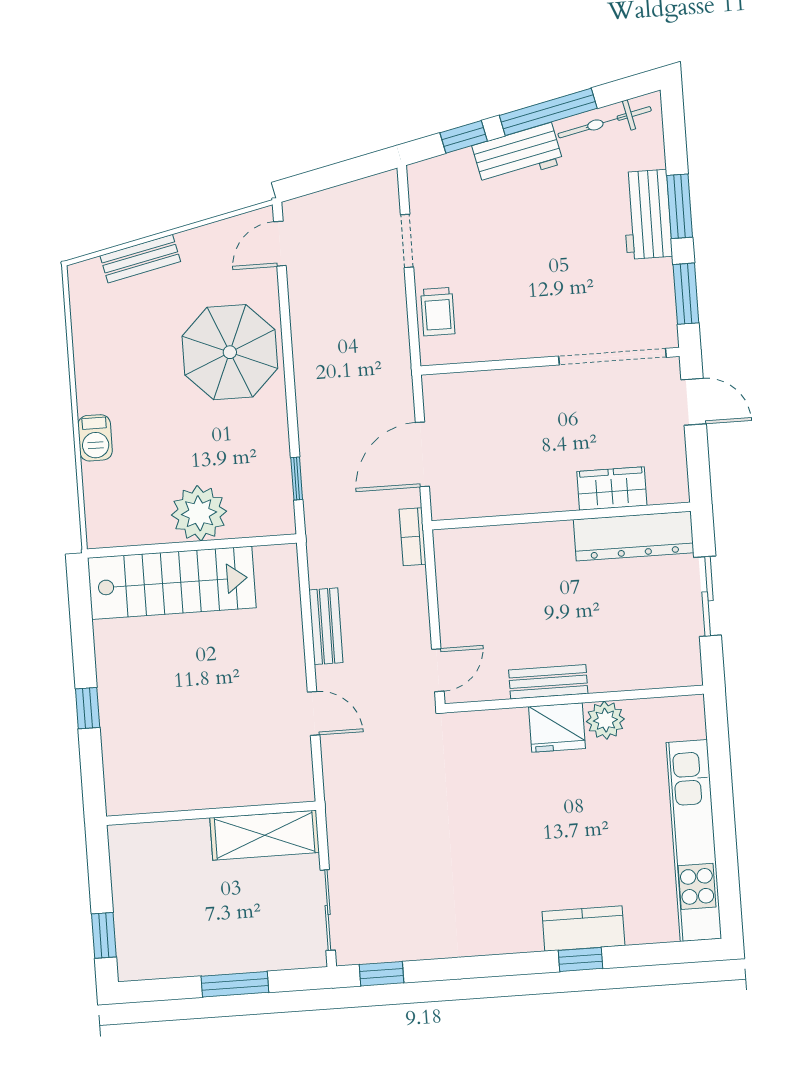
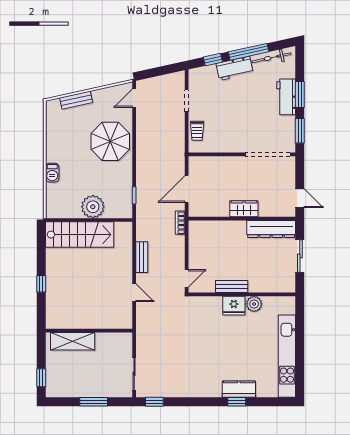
door: (694, 402) -> (300, 198), moved
wardrobe: (612, 488) -> (244, 209), moved
shelving: (265, 835) -> (73, 341), moved

